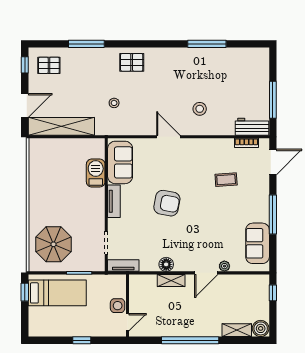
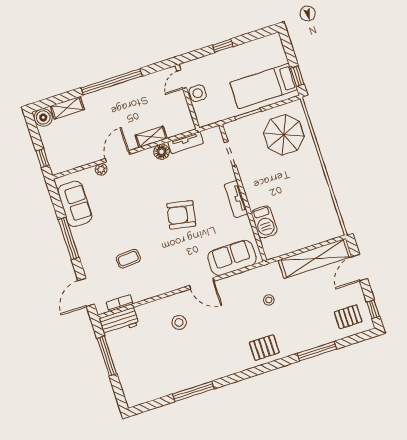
sofa: (120, 162) -> (232, 258), moved, turned 90
tv unit: (123, 266) -> (186, 143), moved

